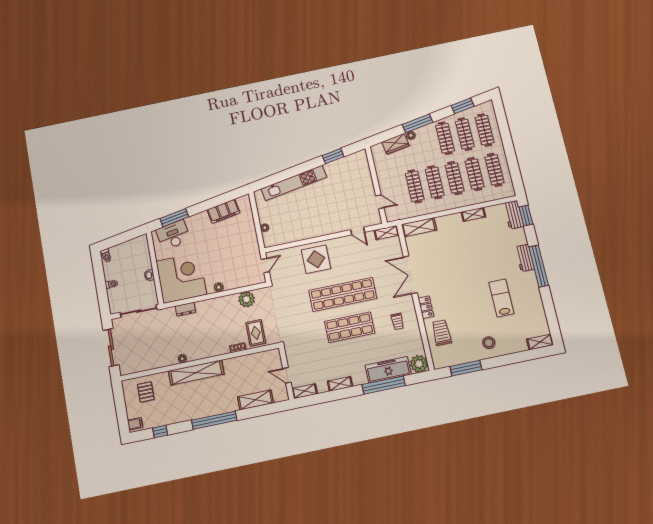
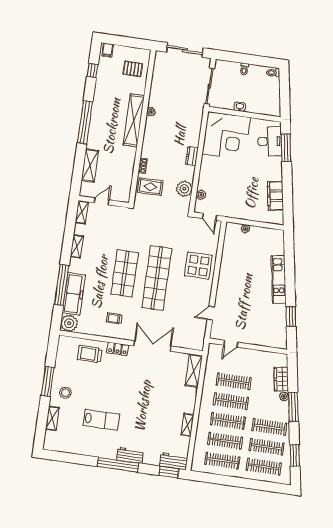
kitchen unit: (294, 183) -> (279, 279), width x0.73
shelving: (386, 233) -> (200, 339), removed
plant: (219, 287) -> (201, 195), moved
dresser: (185, 309) -> (192, 156), moved
trolley: (442, 333) -> (90, 354), turned 180
shelving: (540, 342) -> (52, 418), moved
window: (466, 368) -> (48, 381), moved

